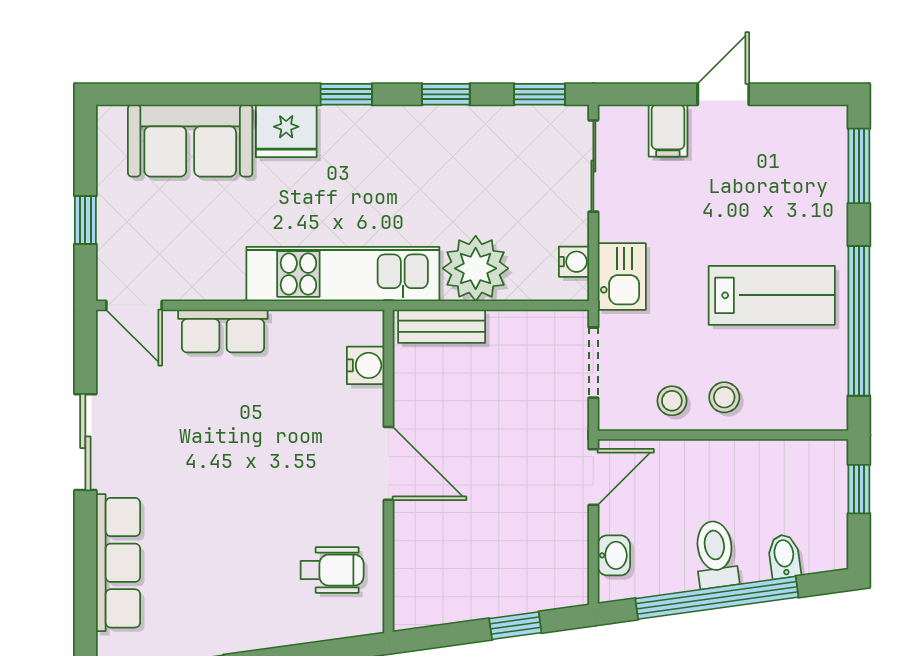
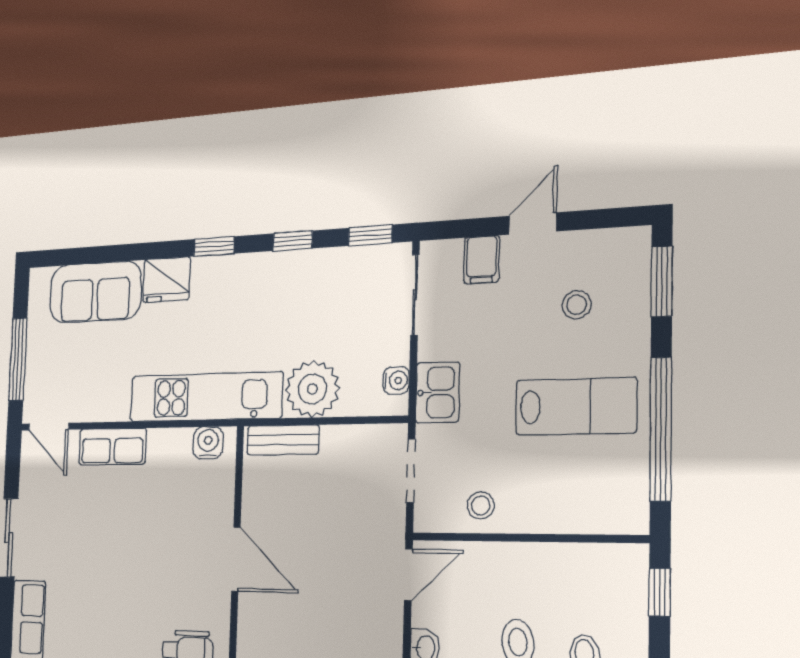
window: (85, 220) -> (18, 359), width x2.17
water cooler: (366, 365) -> (208, 443), moved, turned -90
stool: (724, 397) -> (577, 305), moved

